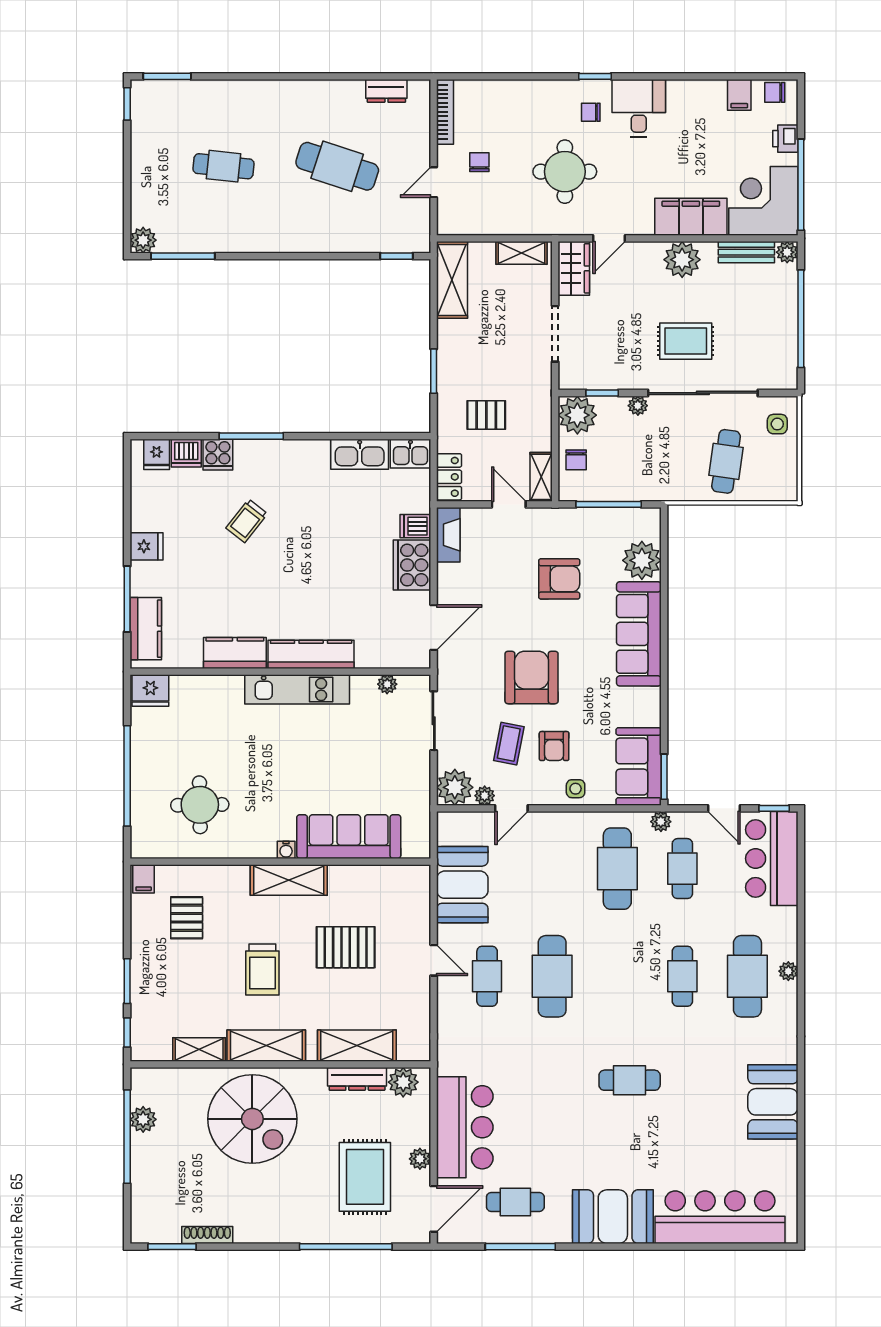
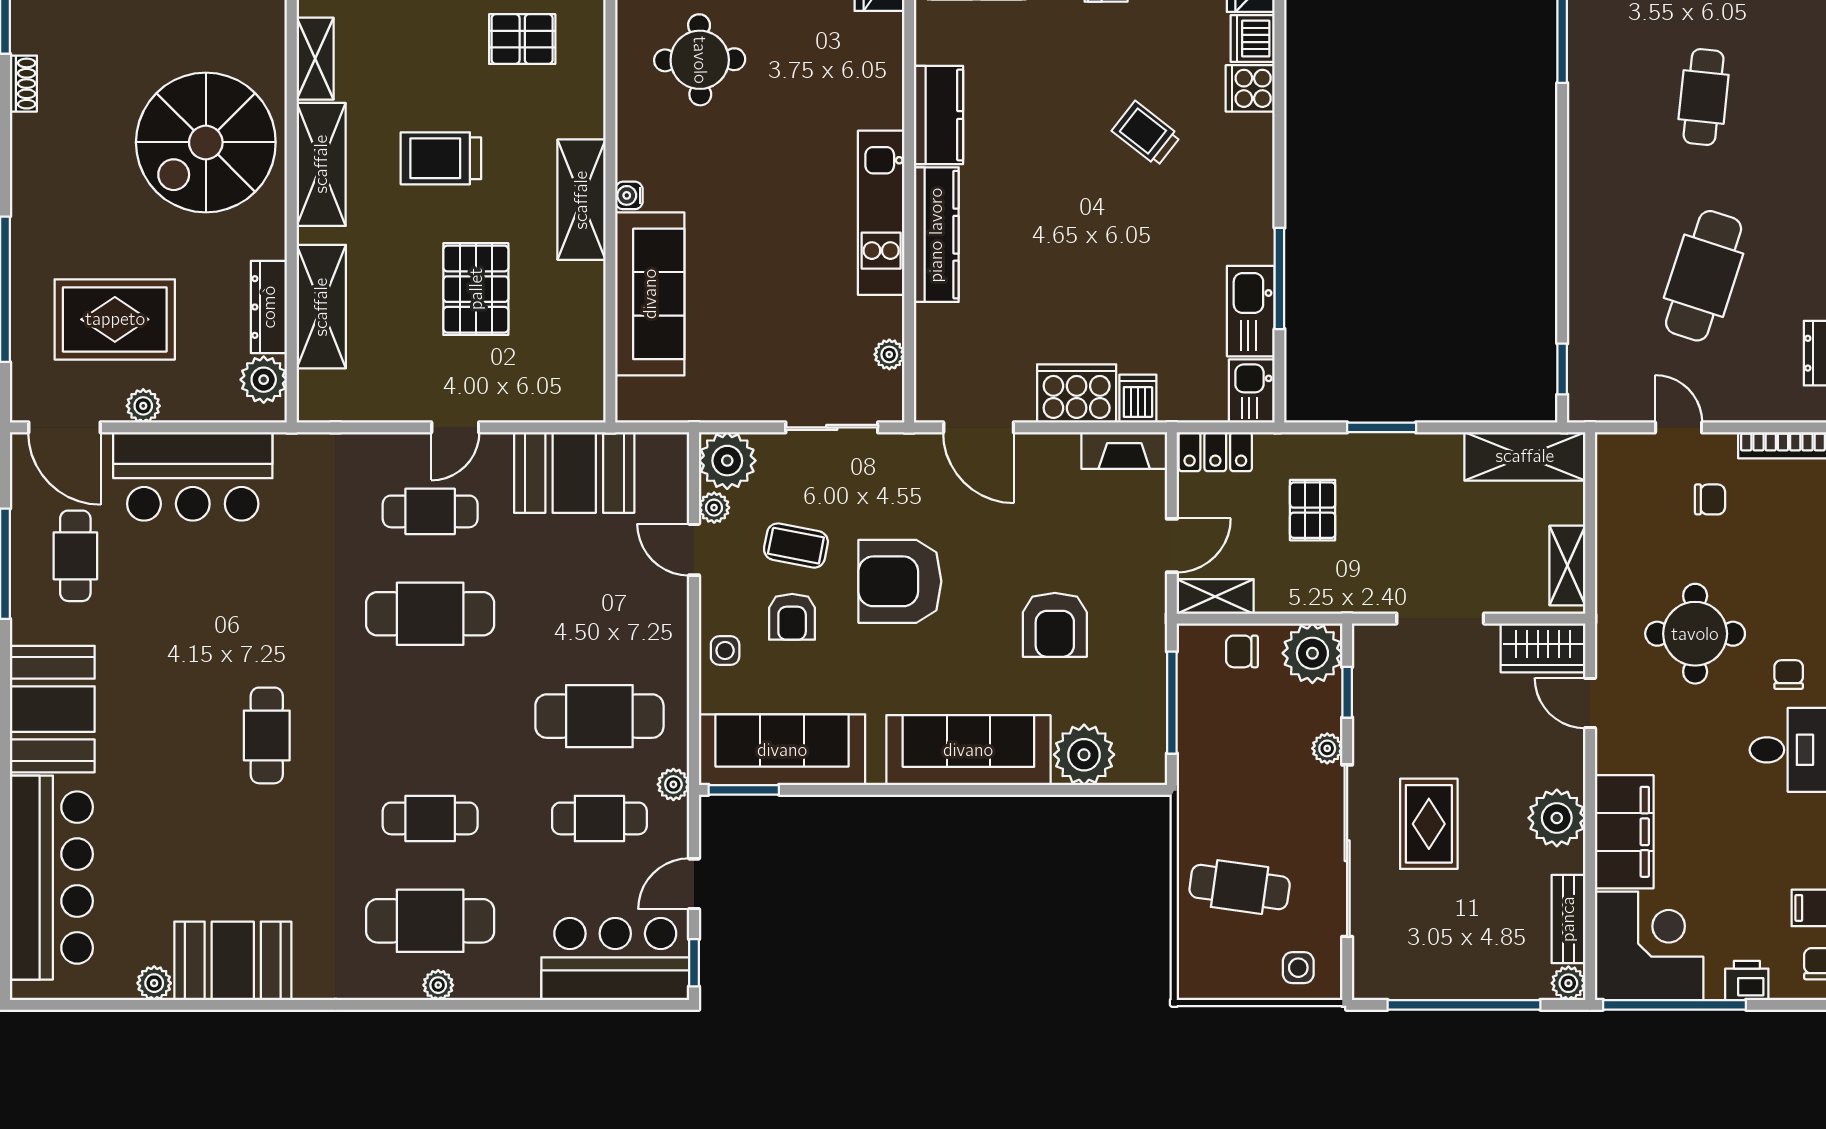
window: (251, 436) -> (1279, 278), moved
armchair: (532, 677) -> (900, 581), turned 180
armchair: (554, 746) -> (792, 617), turned -90
sofa: (639, 766) -> (782, 750), width x1.36
plant: (787, 1152) -> (154, 983), added
shoe rack: (207, 1235) -> (23, 84), width x0.70

